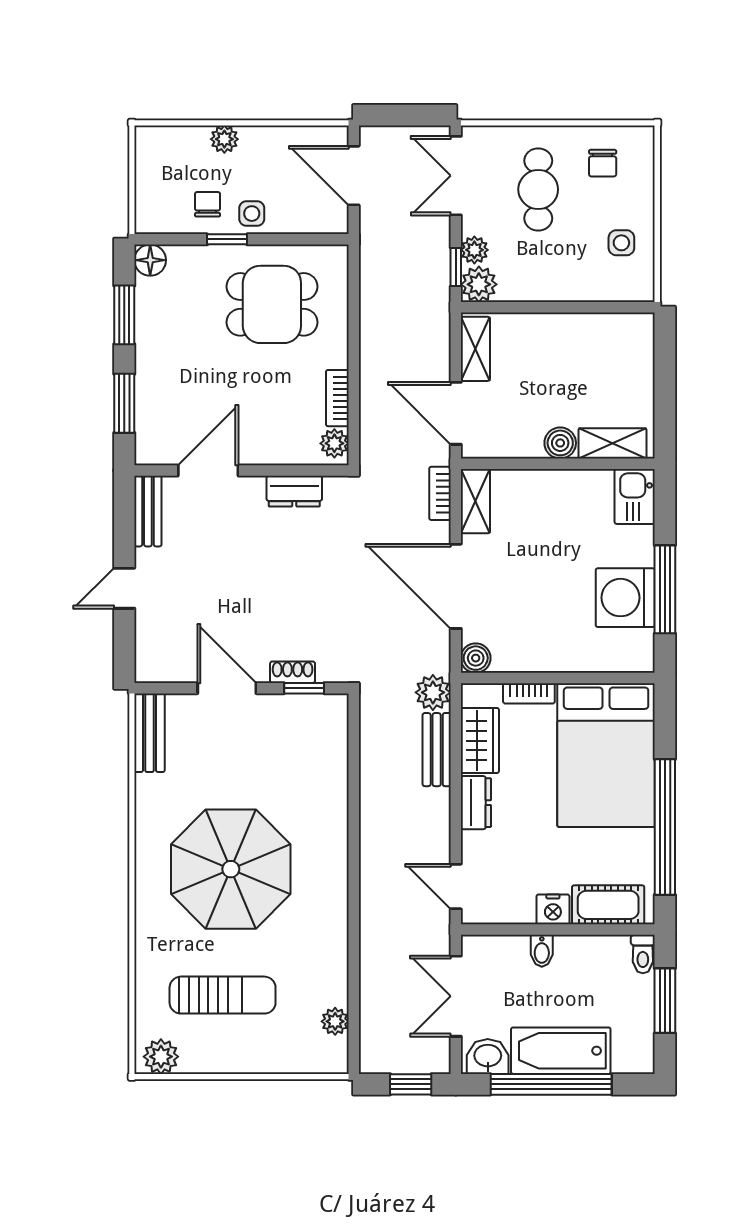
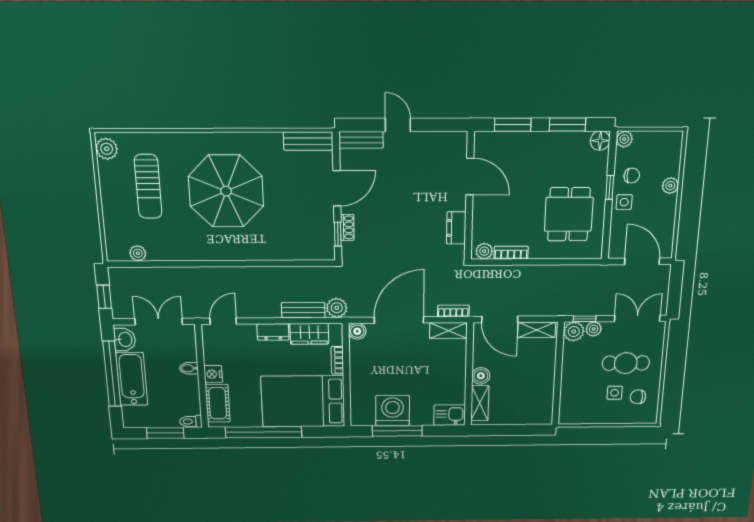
door: (354, 176) -> (642, 261), hinge flipped
plant: (148, 221) -> (624, 139), added
side table: (621, 243) -> (615, 393), moved
door: (456, 413) -> (500, 319), swing flipped
bench: (148, 511) -> (361, 140), moved

